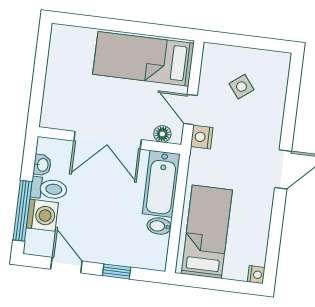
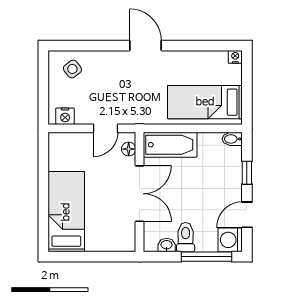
bed: (143, 59) -> (66, 212), moved, turned 180
side table: (241, 87) -> (72, 69), moved
nightstand: (202, 137) -> (65, 116), moved
washing machine: (42, 215) -> (230, 240), moved, turned -90
bidet: (159, 226) -> (232, 139), moved, turned 90

